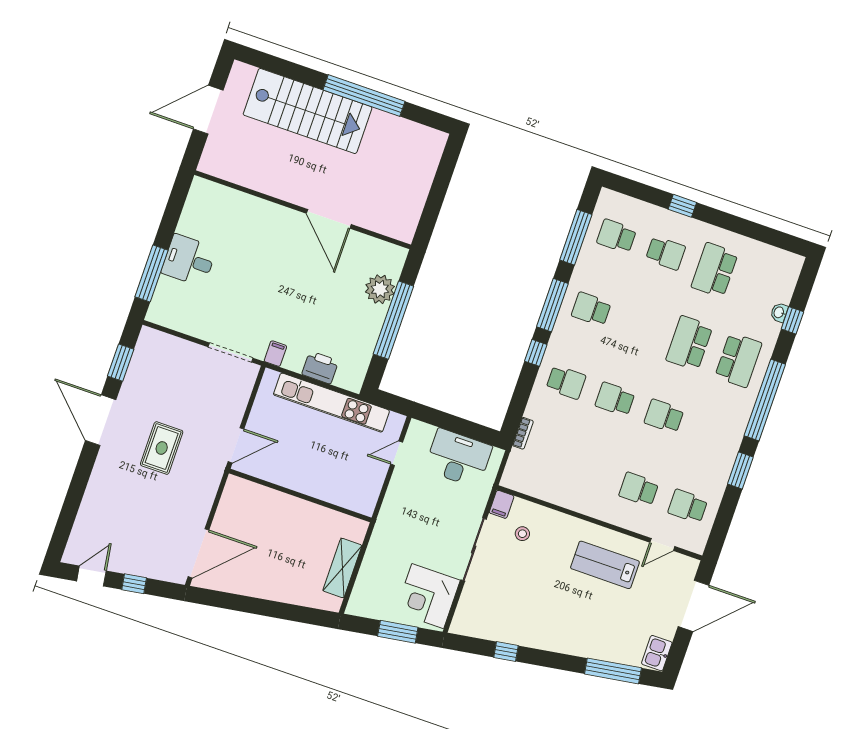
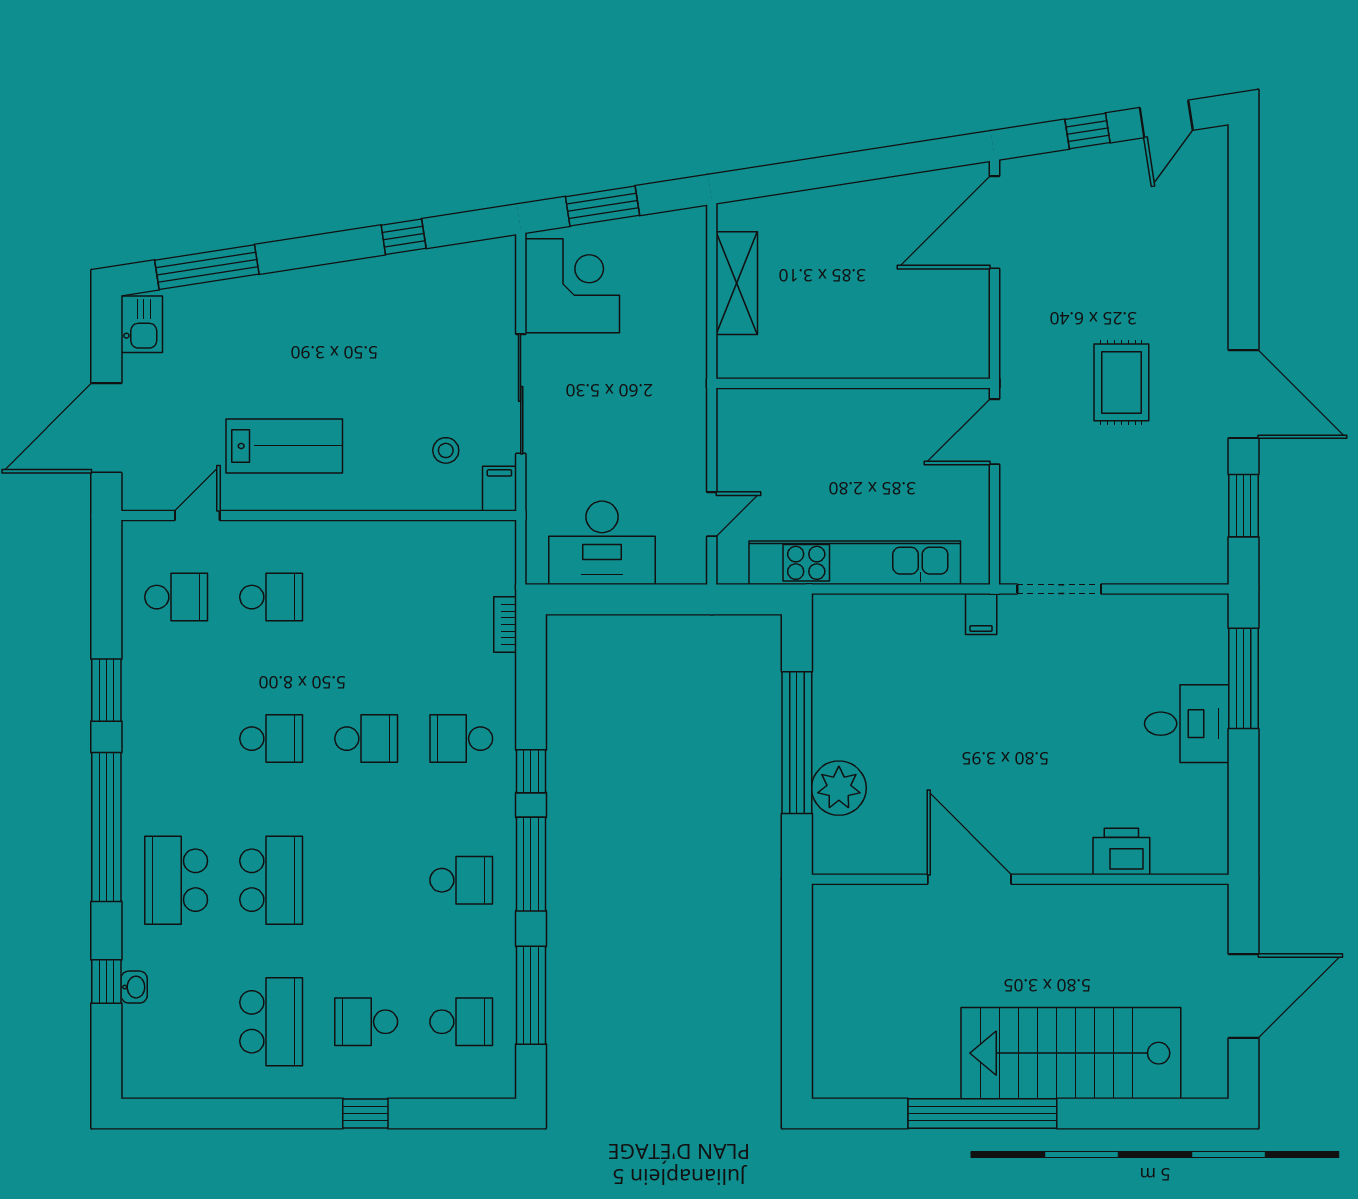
printer: (320, 367) -> (1121, 851), moved, turned 180

